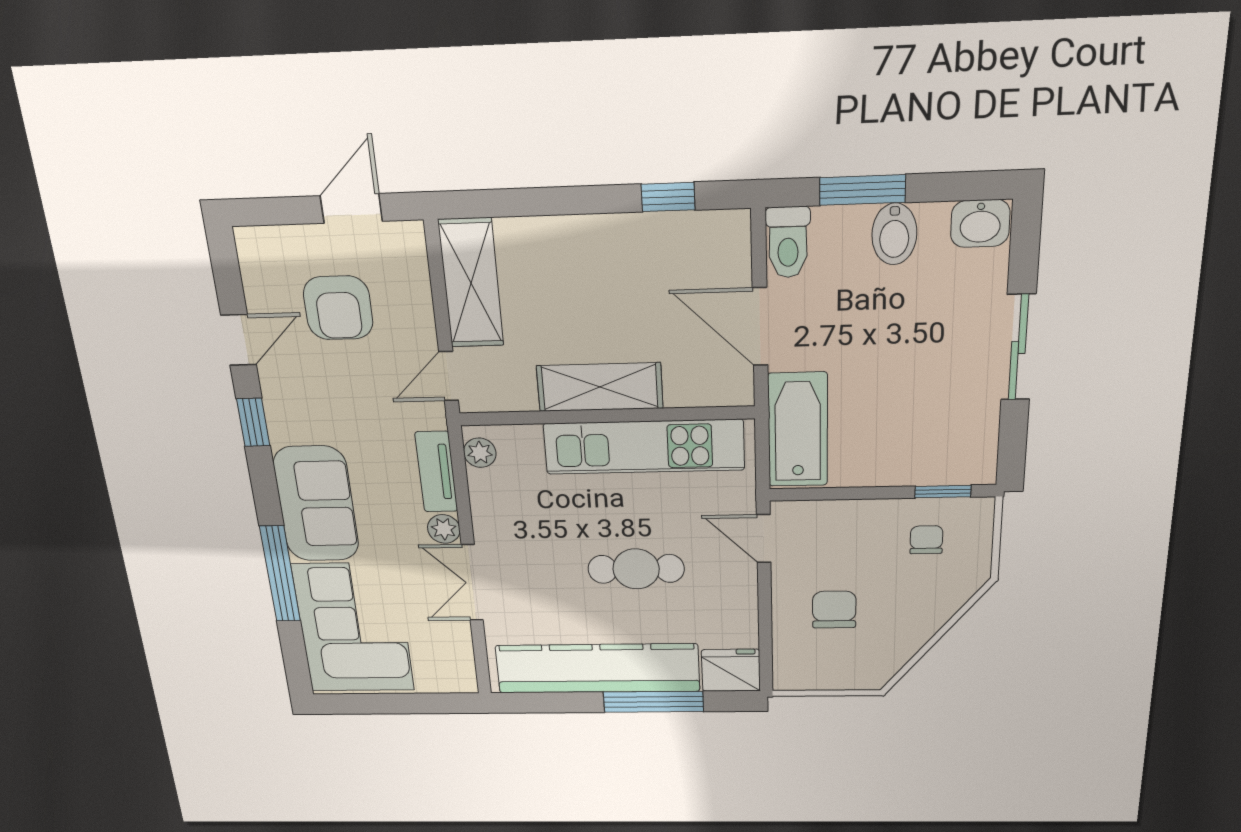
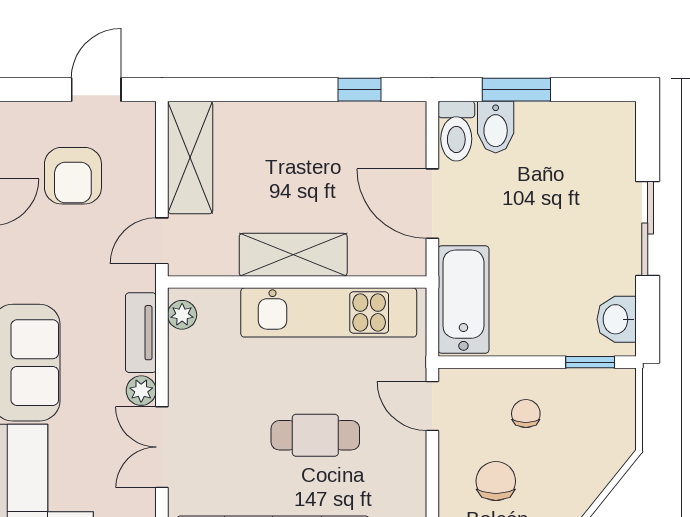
washbasin: (980, 223) -> (617, 319), moved, turned 90
bidet: (894, 234) -> (496, 127), moved
chair: (926, 540) -> (526, 414), moved

